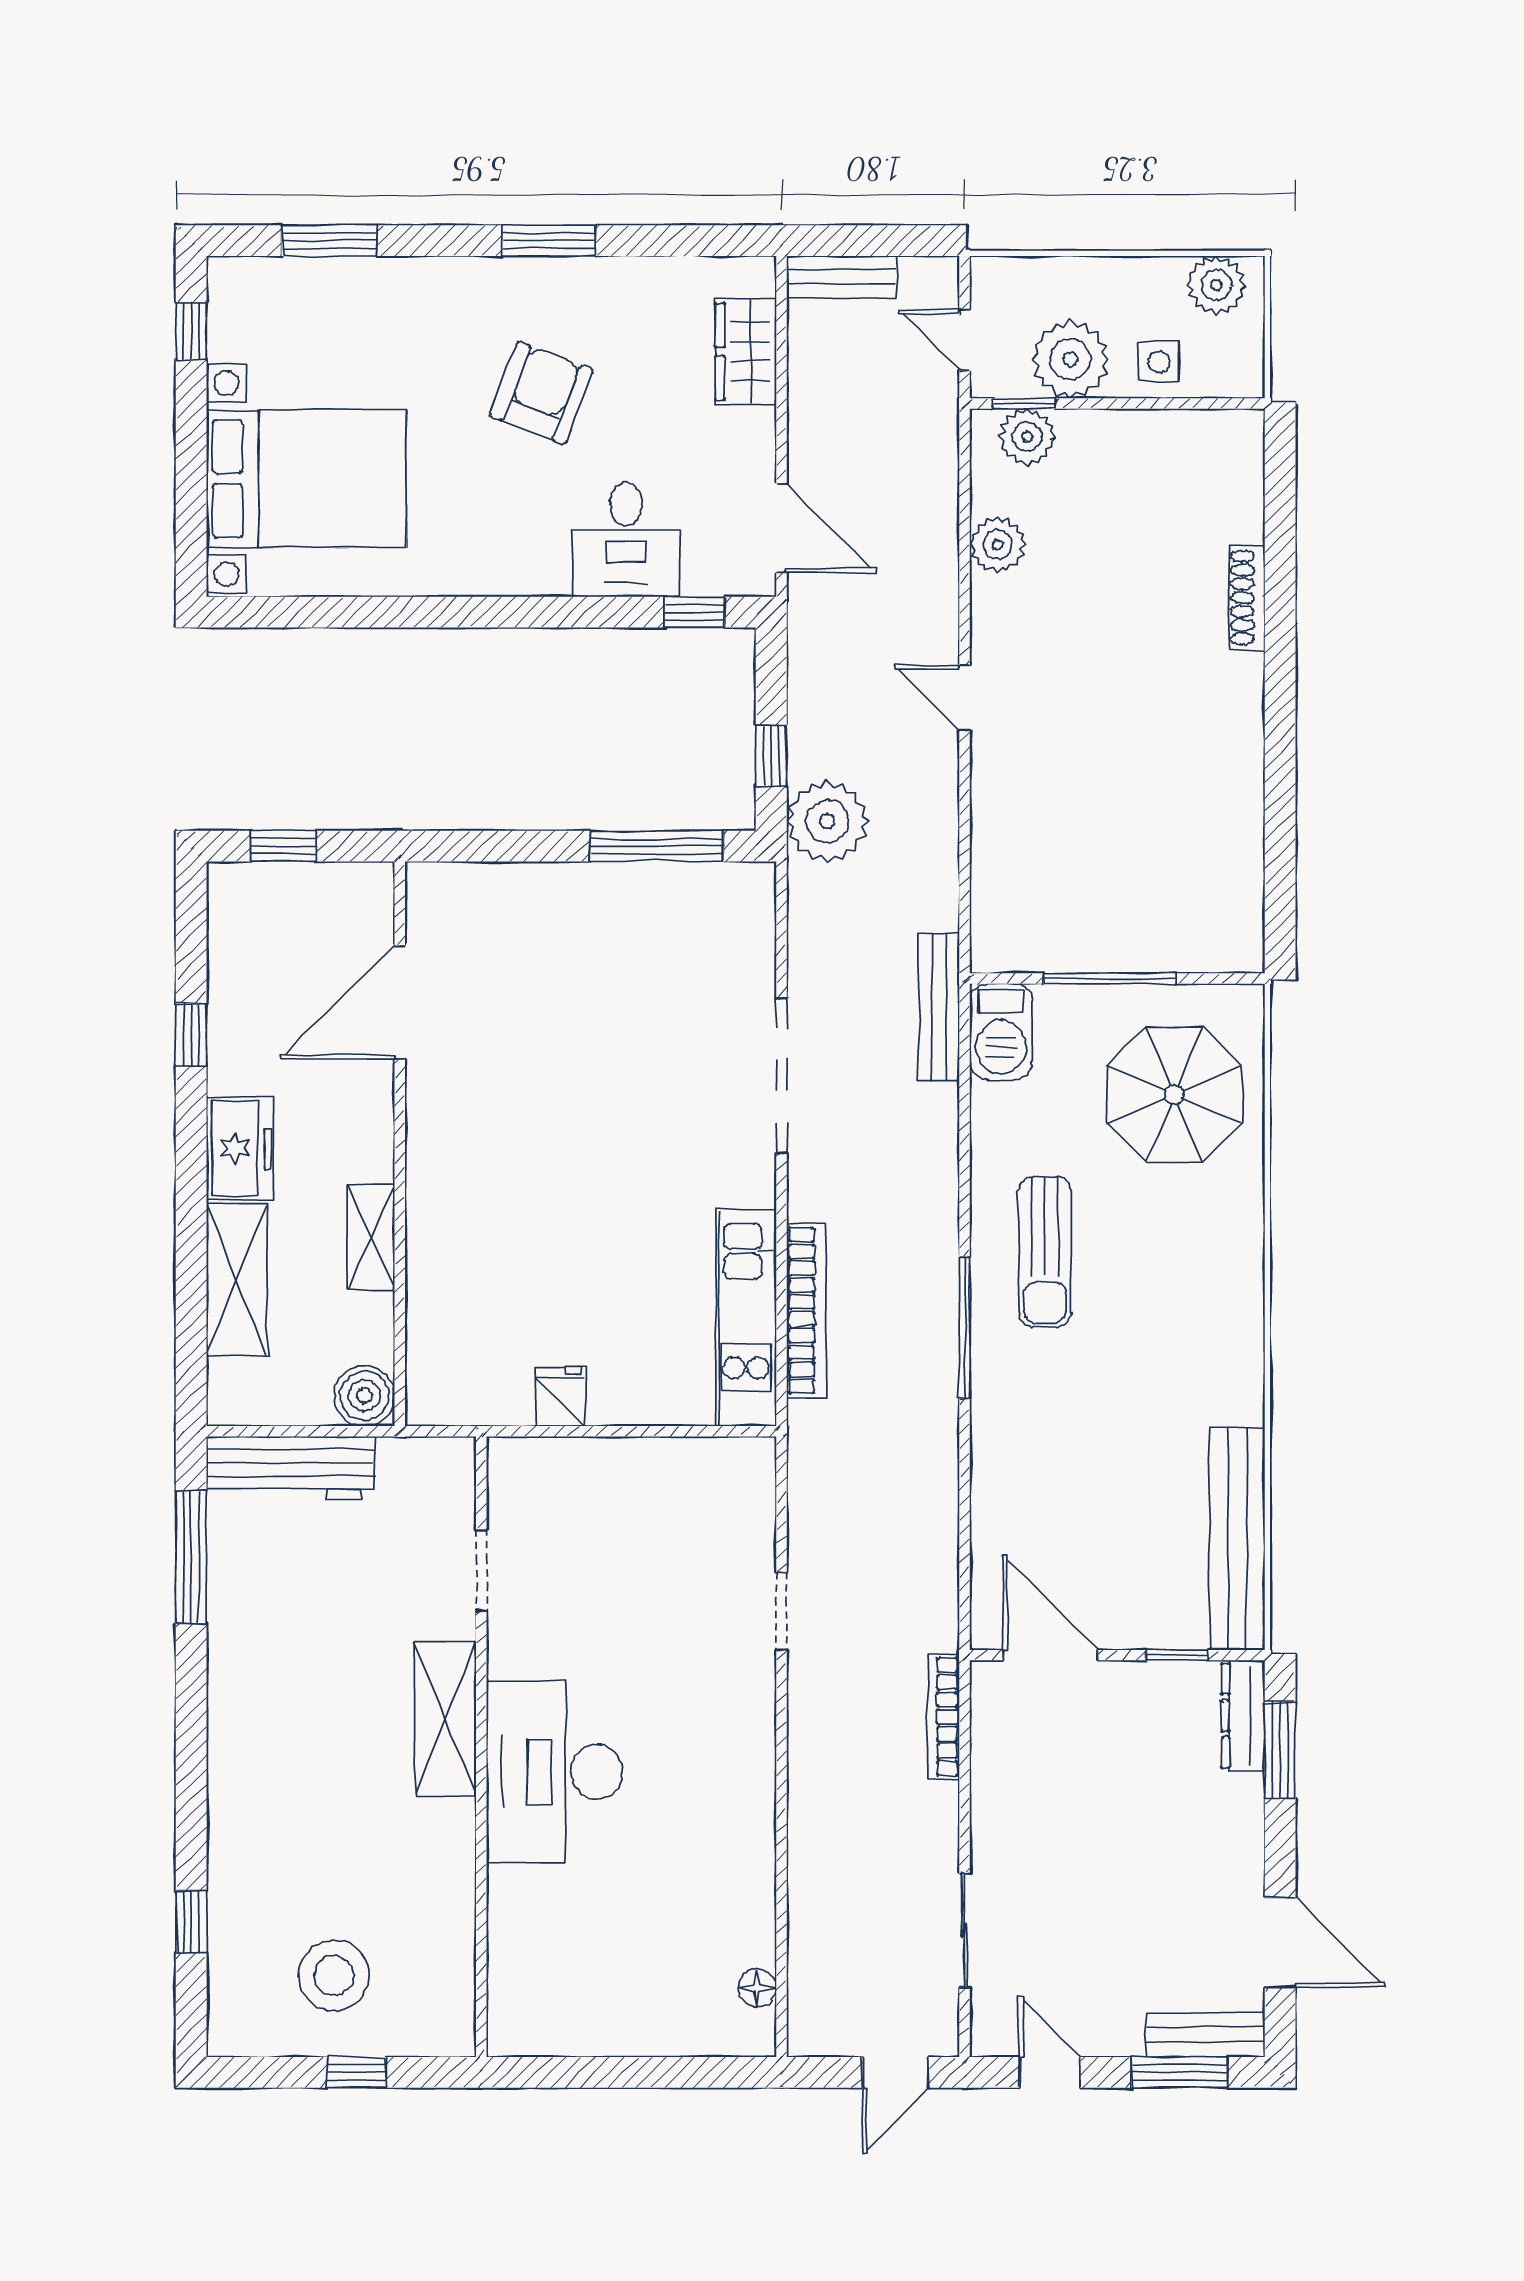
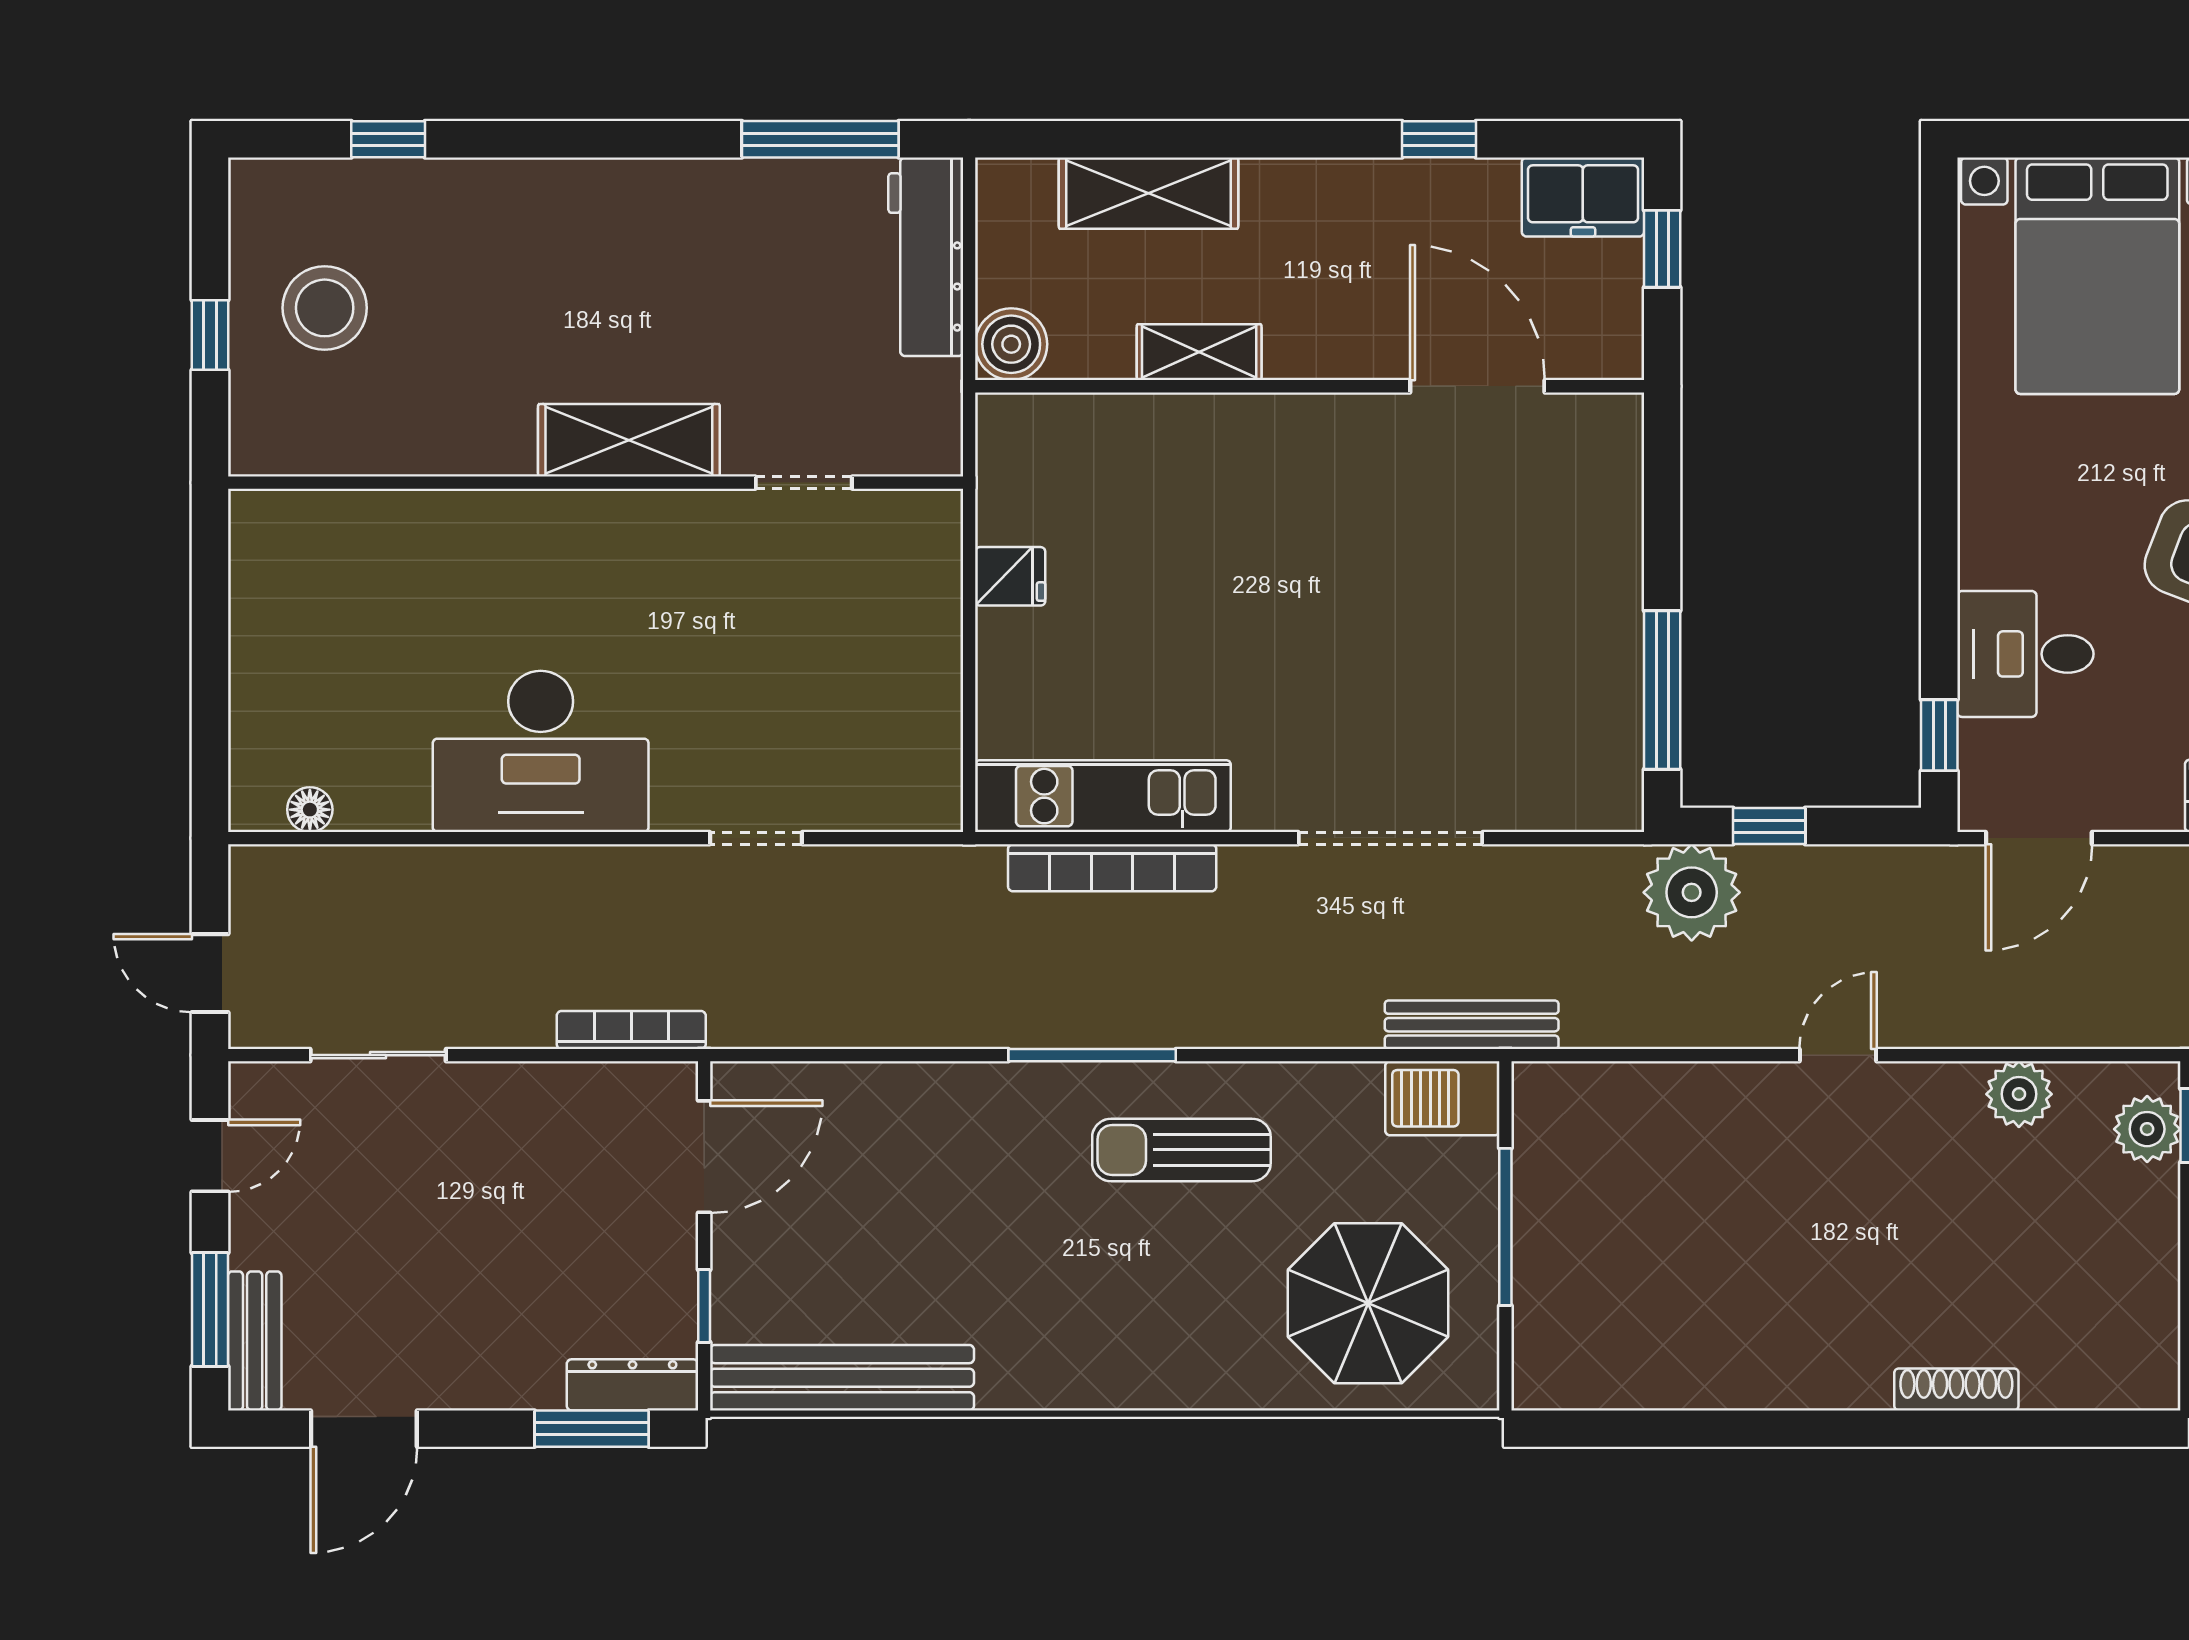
freezer: (240, 1149) -> (1583, 197), moved
desk: (554, 1772) -> (541, 751), moved, turned 180

